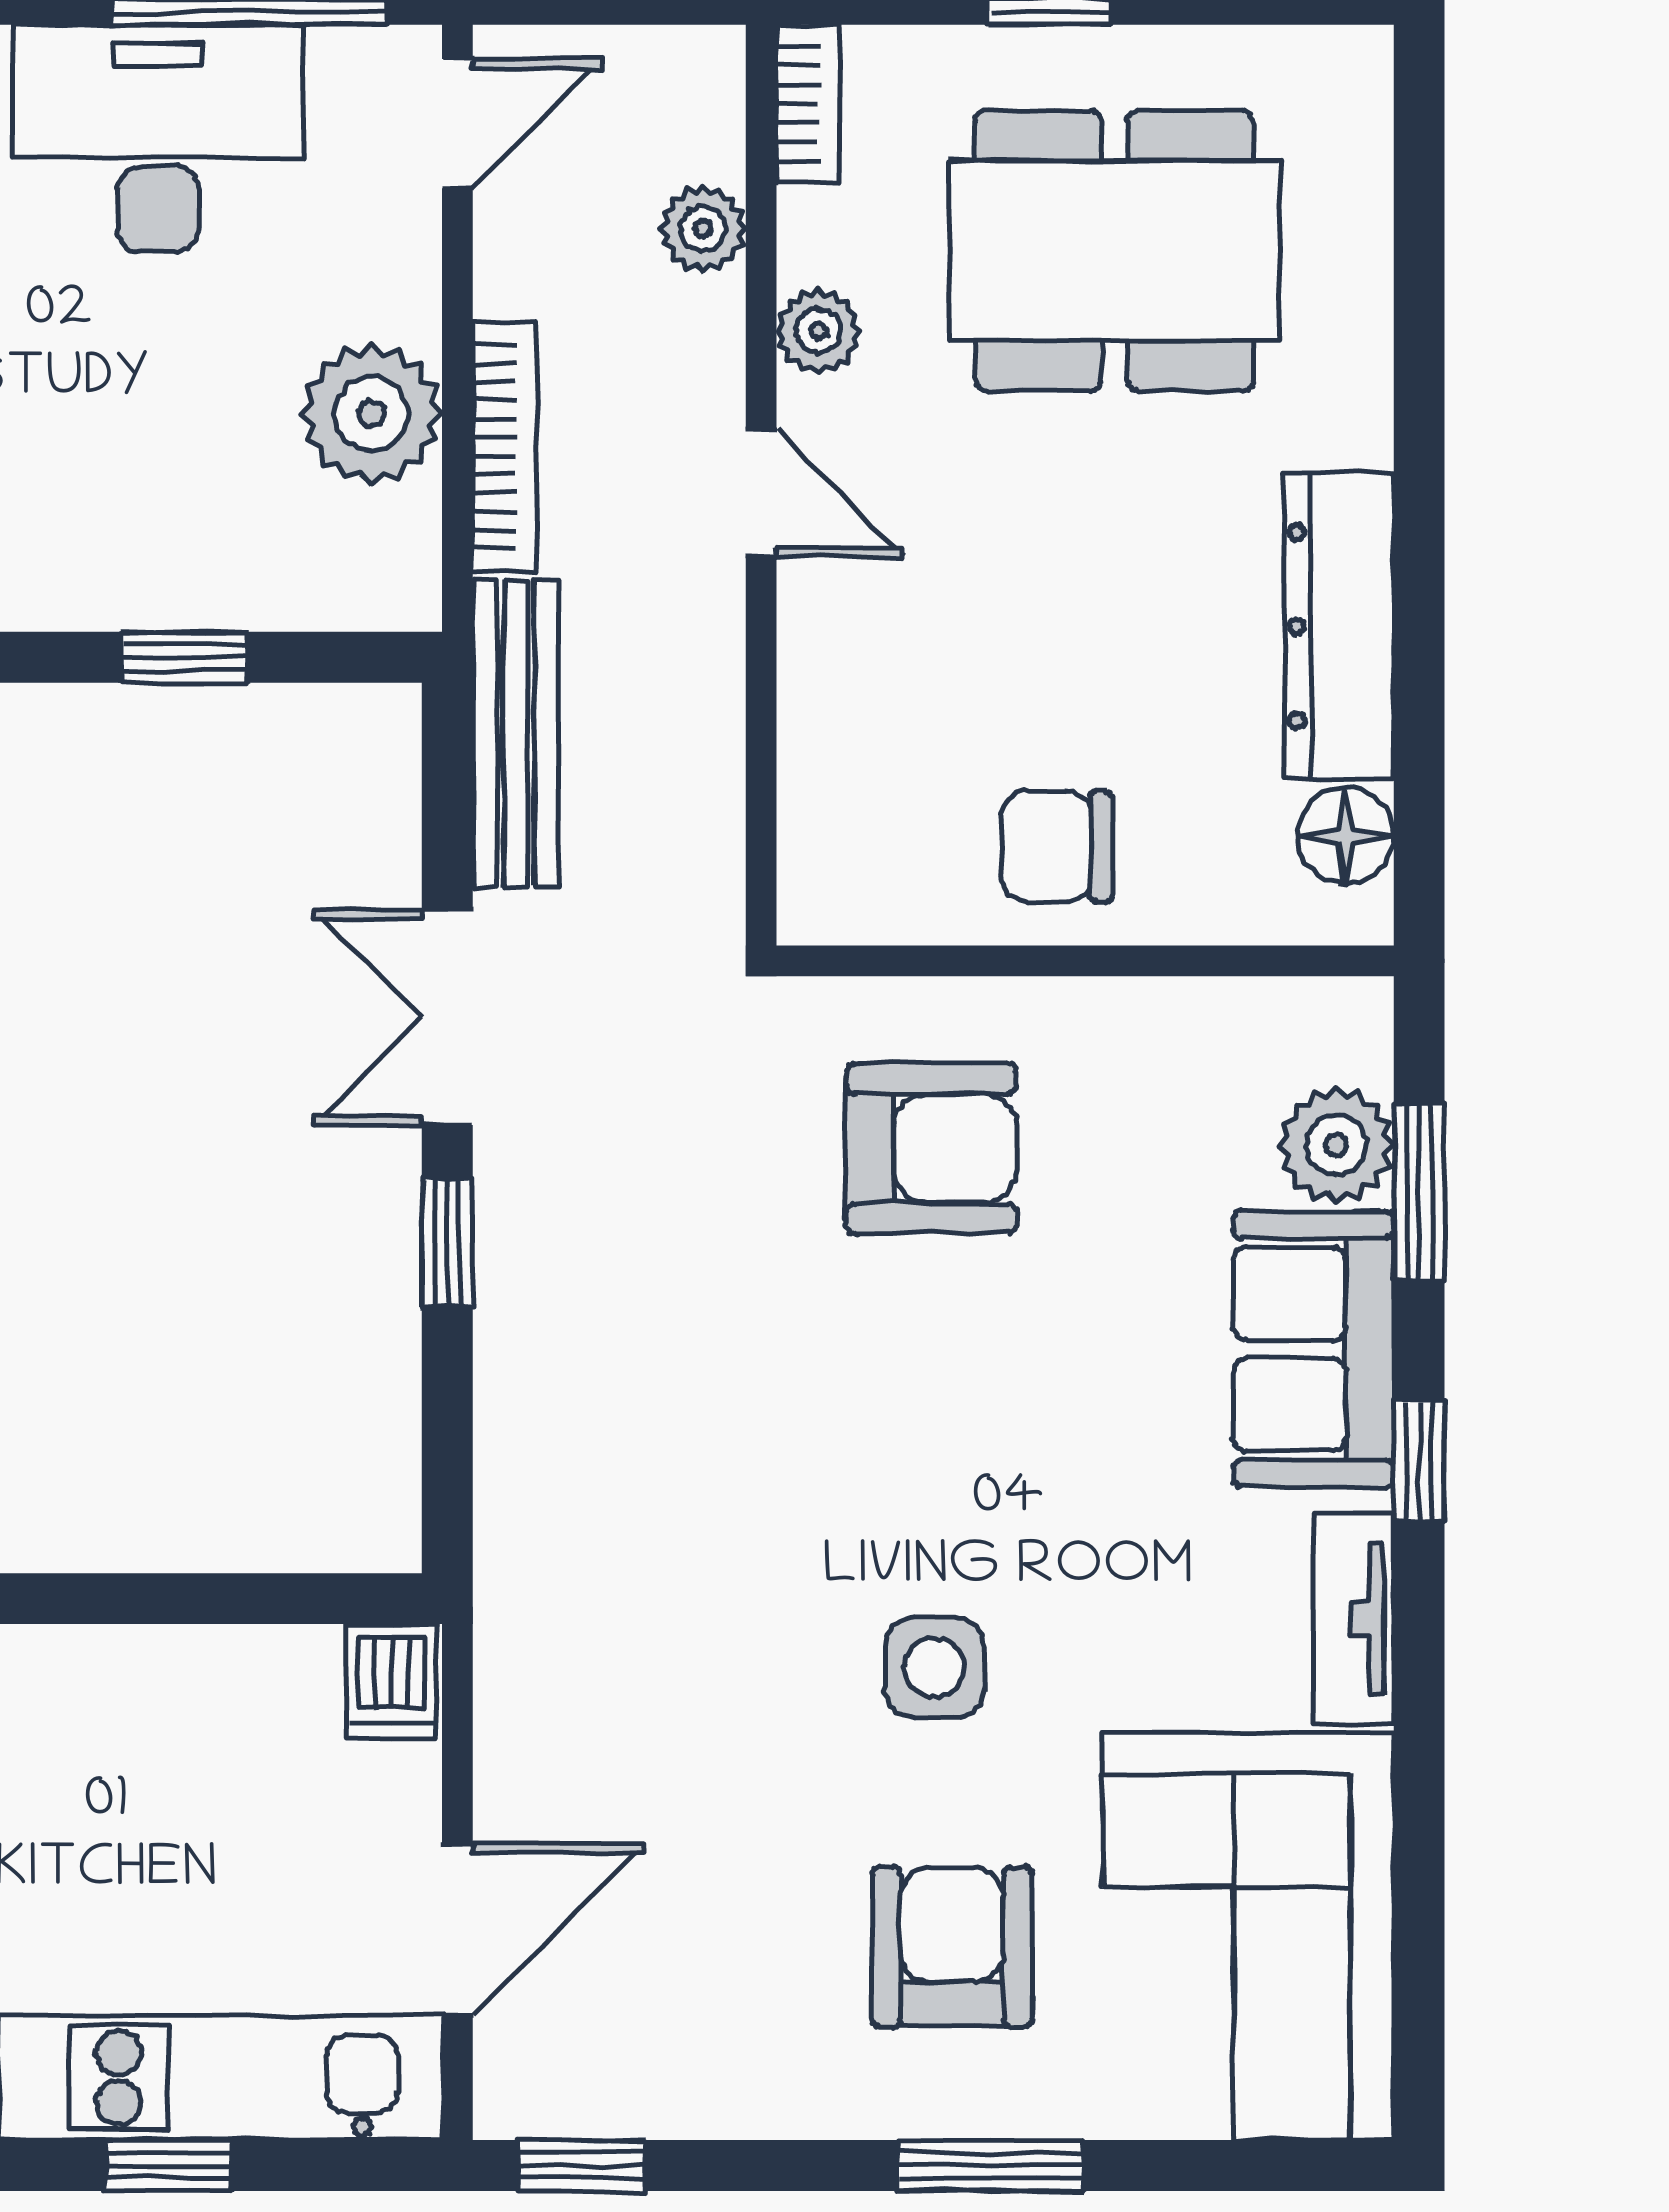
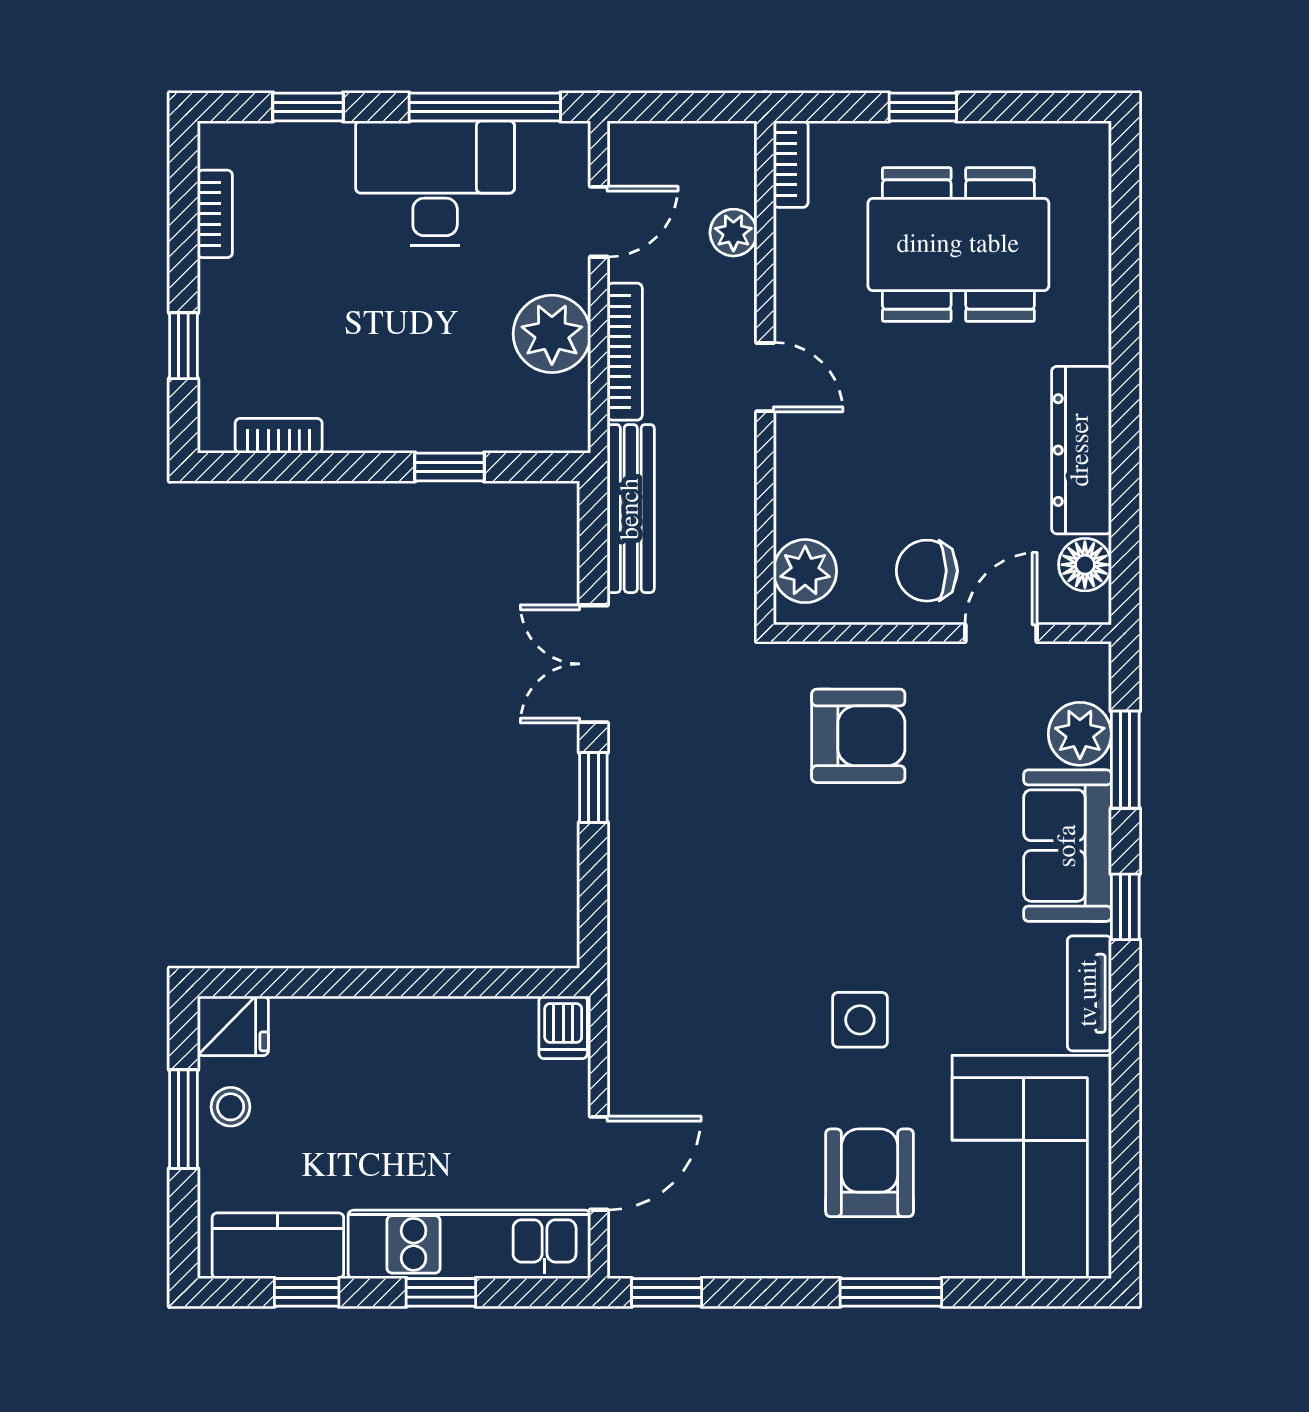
door: (457, 124) -> (599, 222), moved
plant: (818, 331) -> (805, 571), moved, width x1.38, depth x1.38
door: (1192, 961) -> (1001, 633), added

